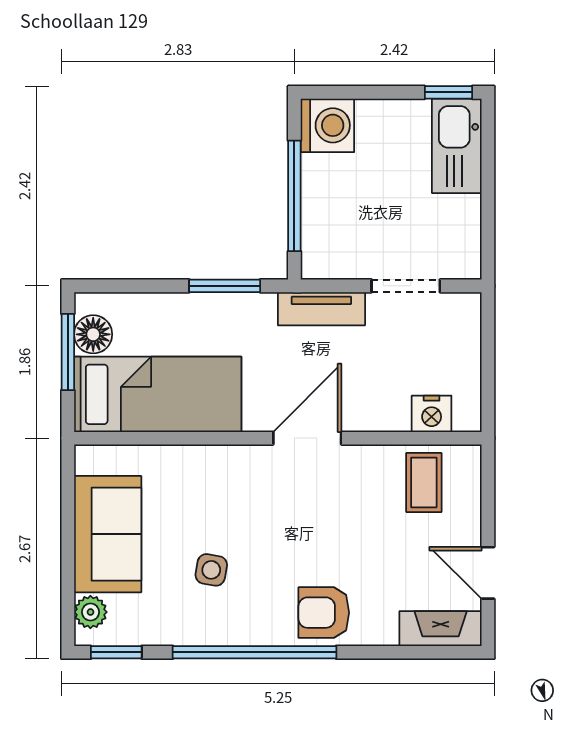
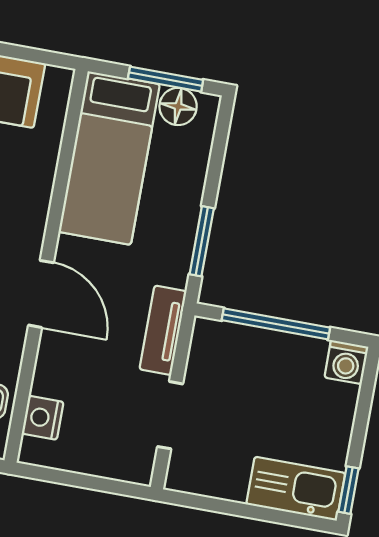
washing machine: (327, 125) -> (346, 362), width x0.73, depth x0.73

